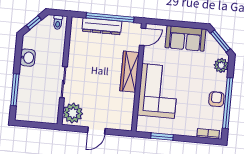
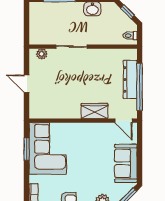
wardrobe: (130, 72) -> (94, 111), width x0.67
corner sofa: (158, 91) -> (48, 149), moved, turned -90
plant: (73, 113) -> (42, 54), width x0.53, depth x0.53

